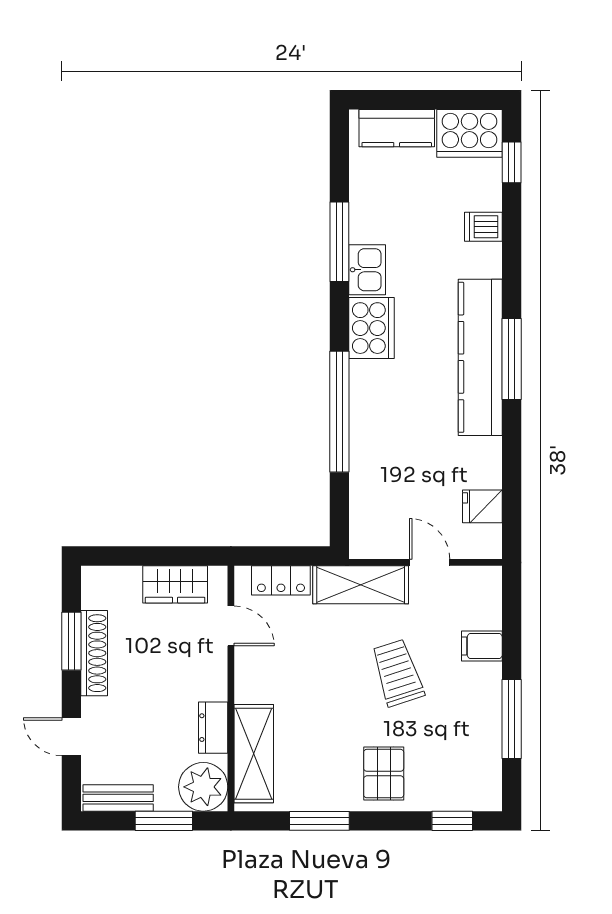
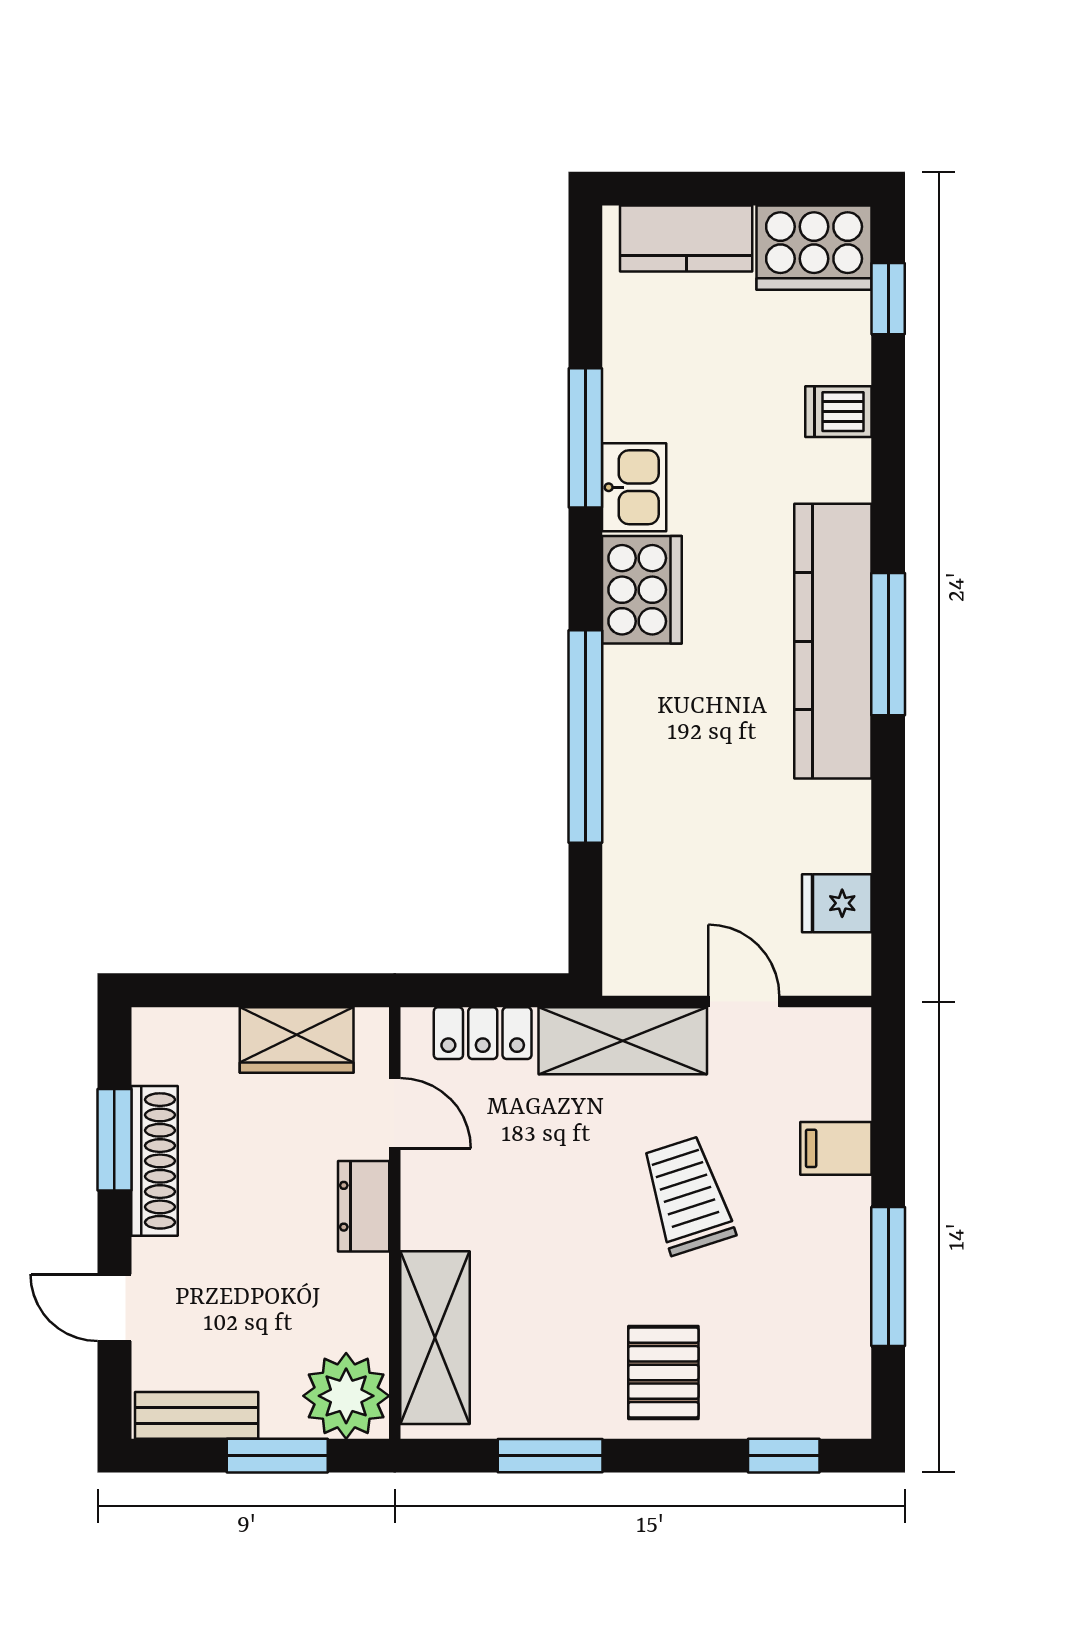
dresser: (213, 728) -> (364, 1206), moved

